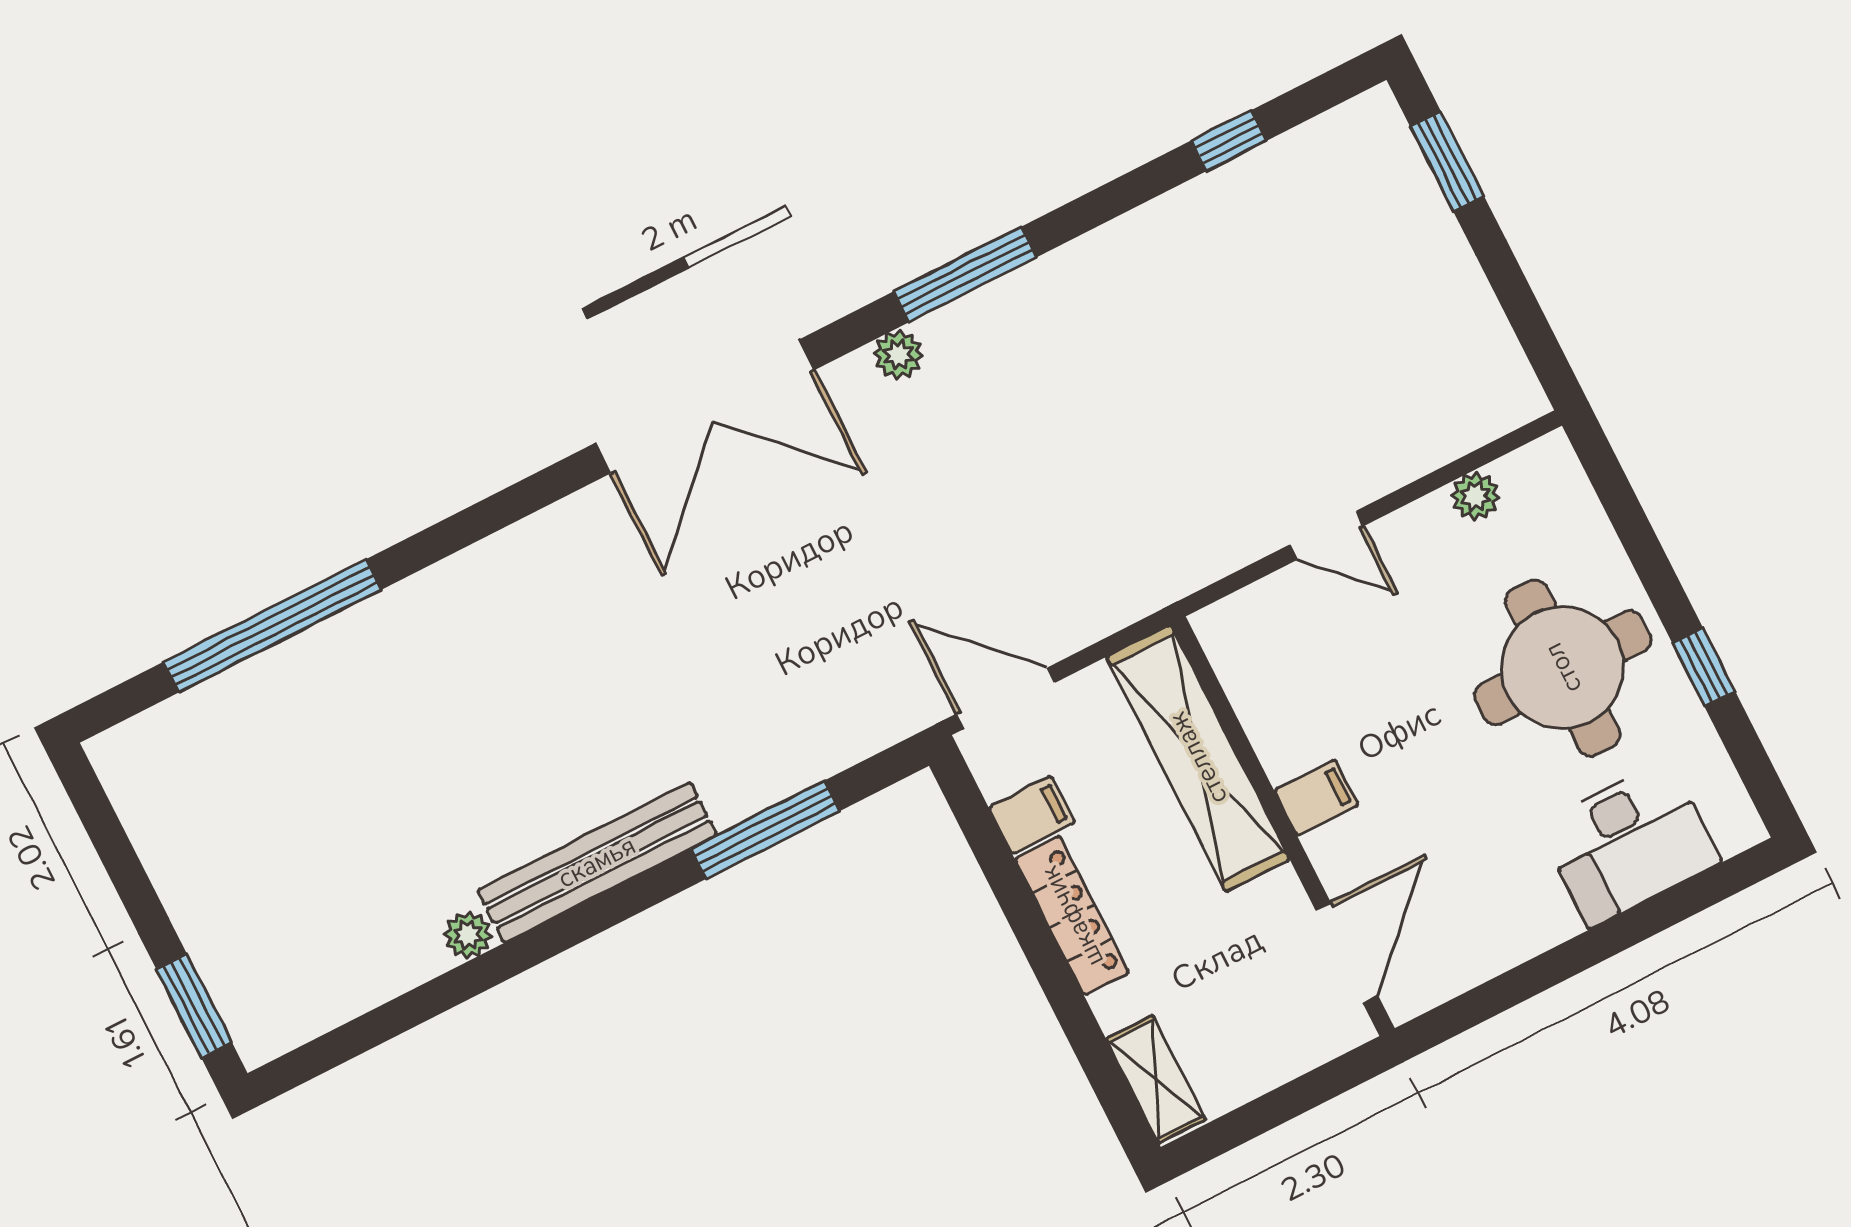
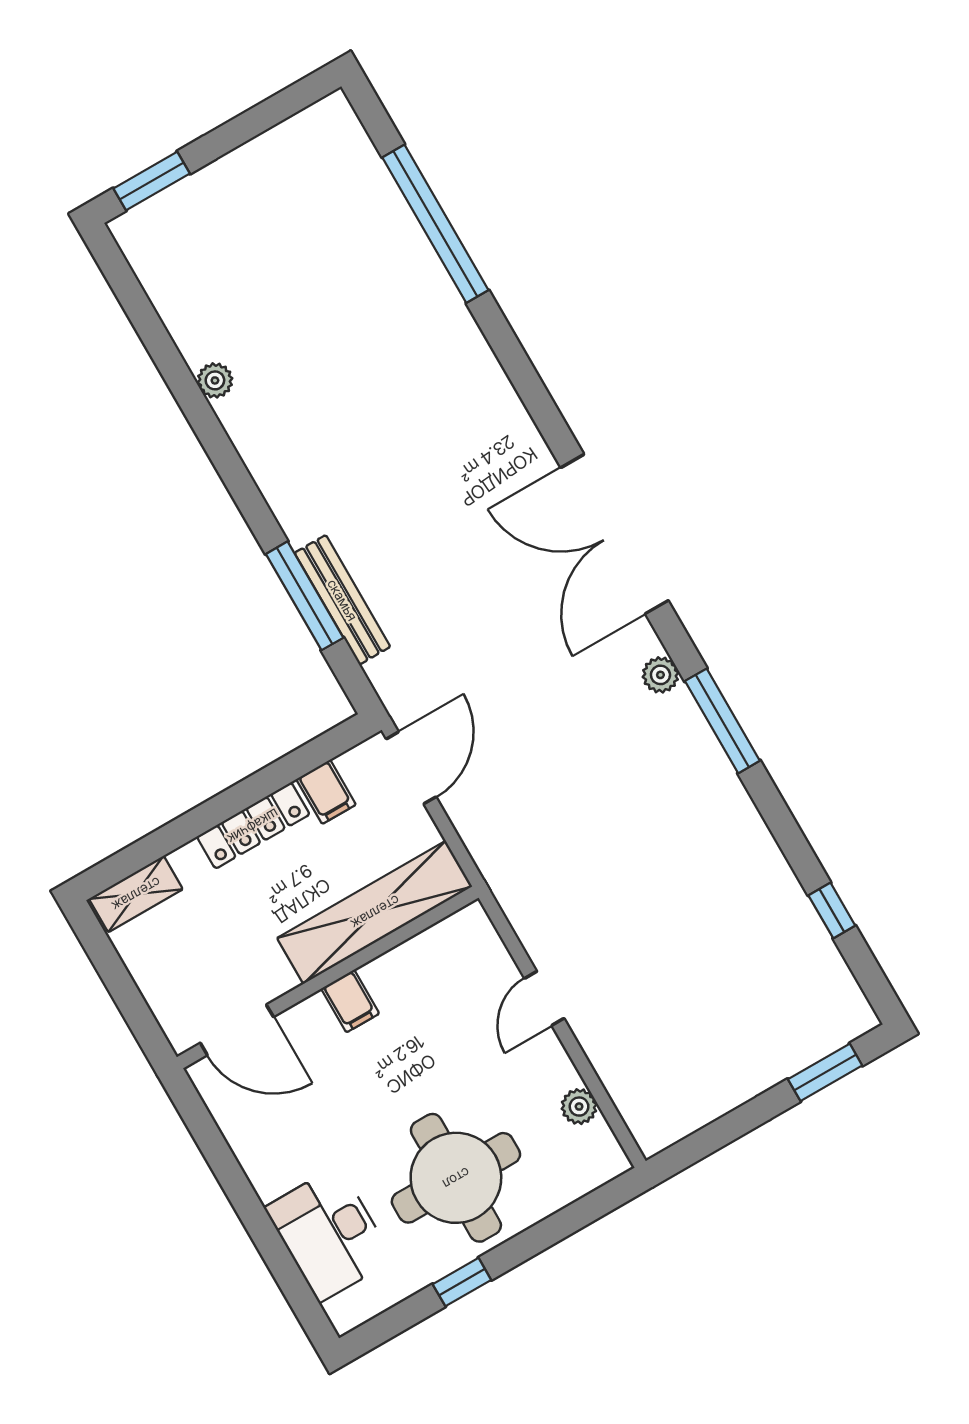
bench: (597, 862) -> (342, 600), moved, width x0.73, depth x0.82

